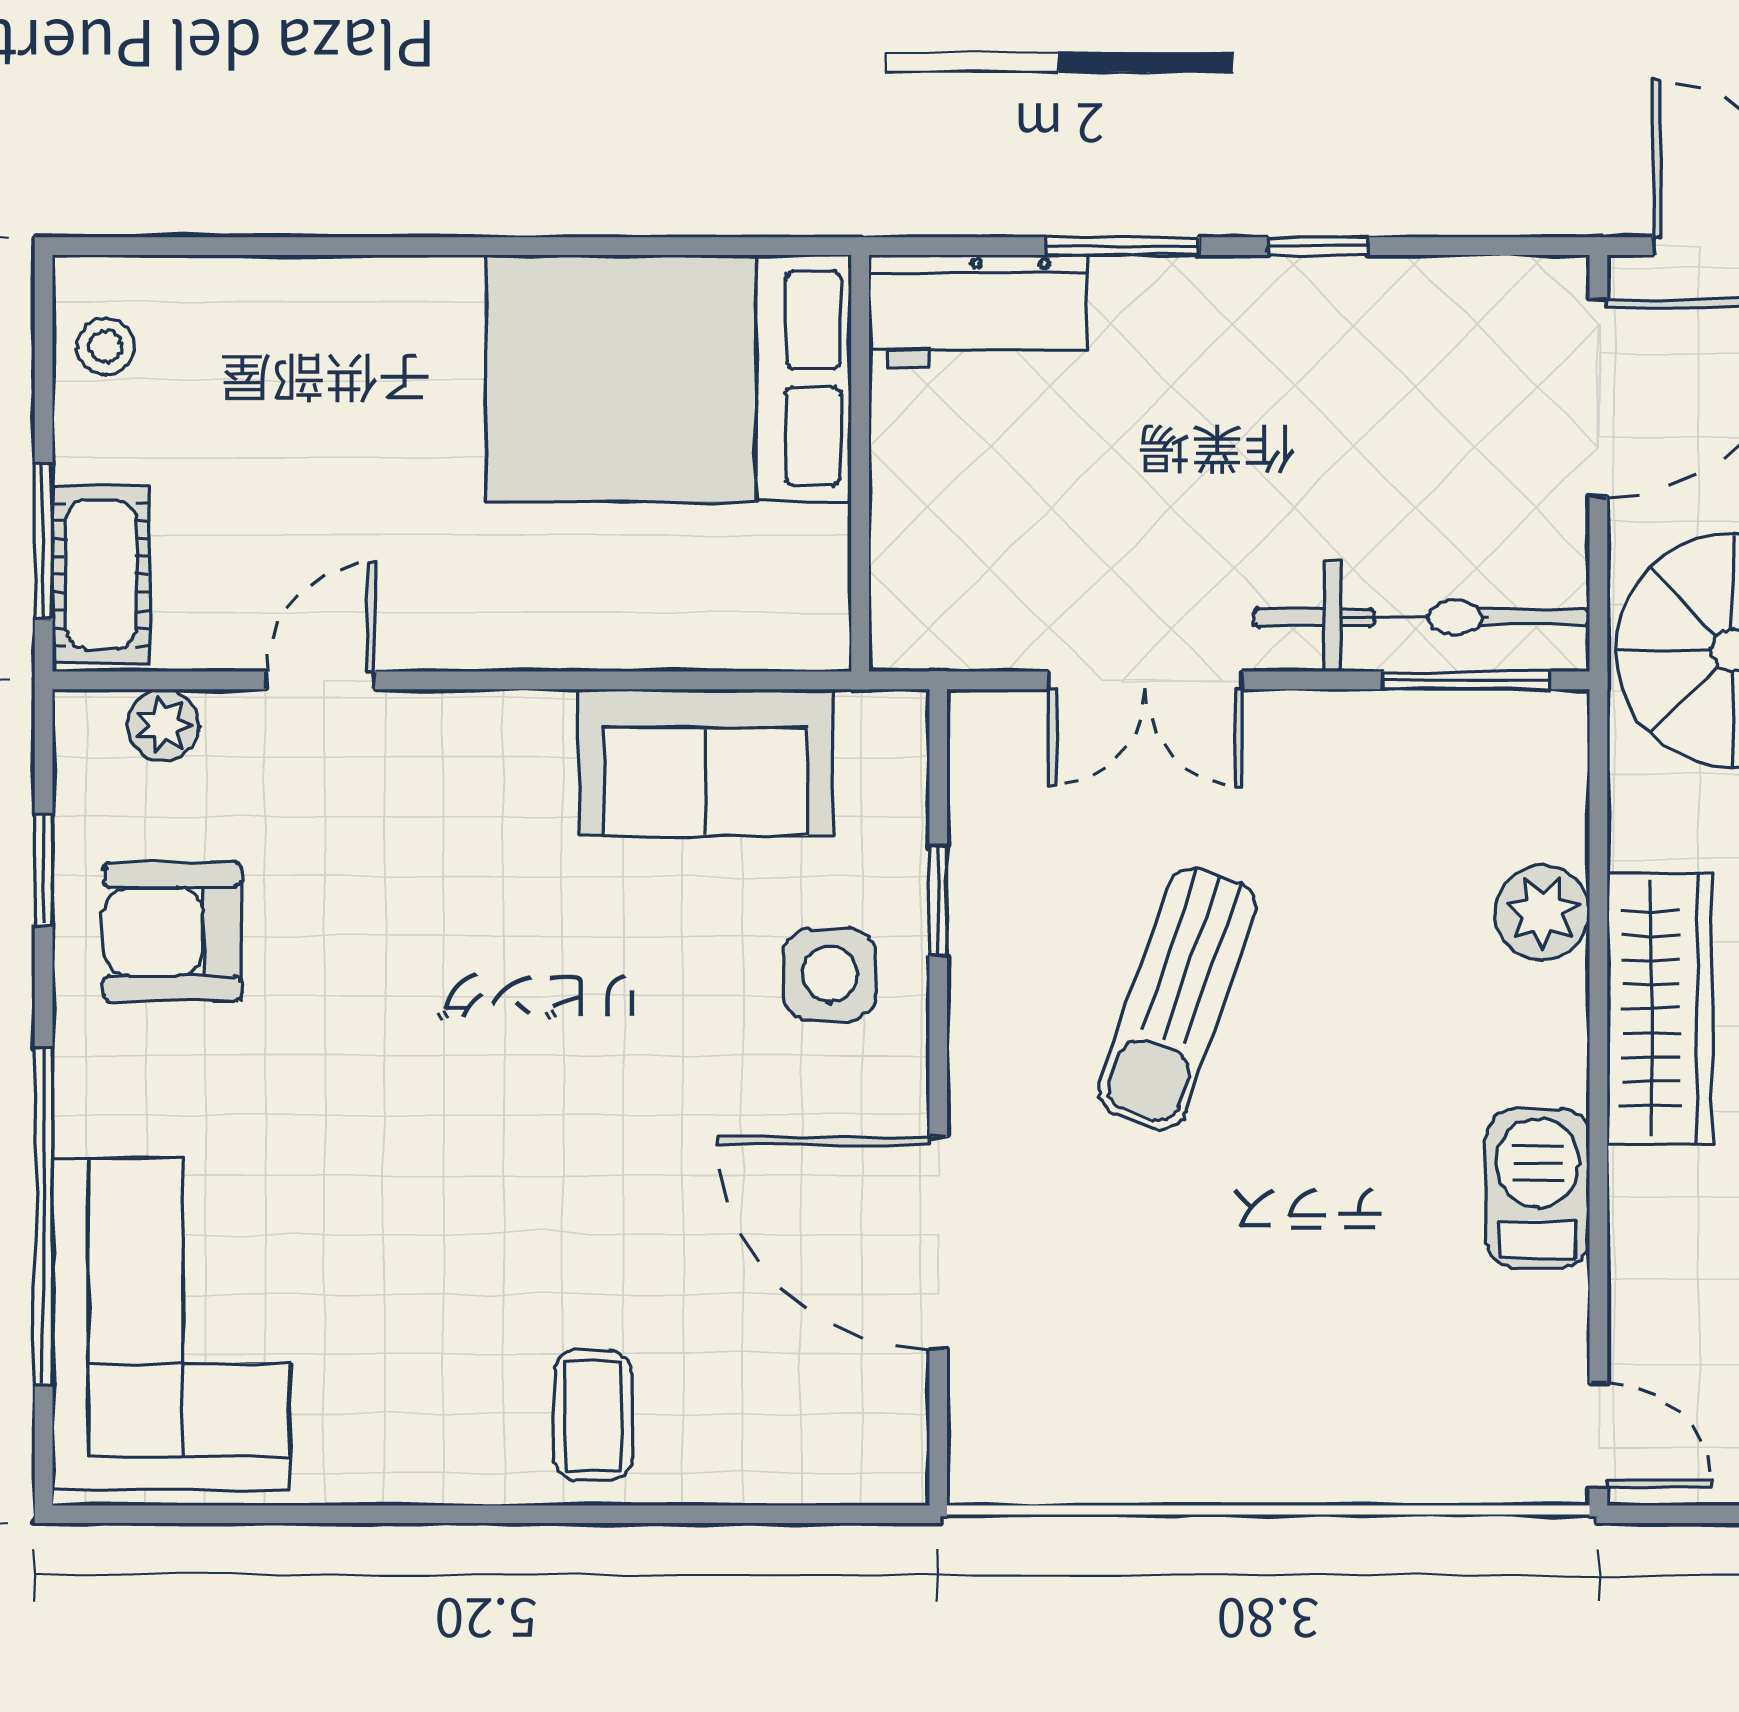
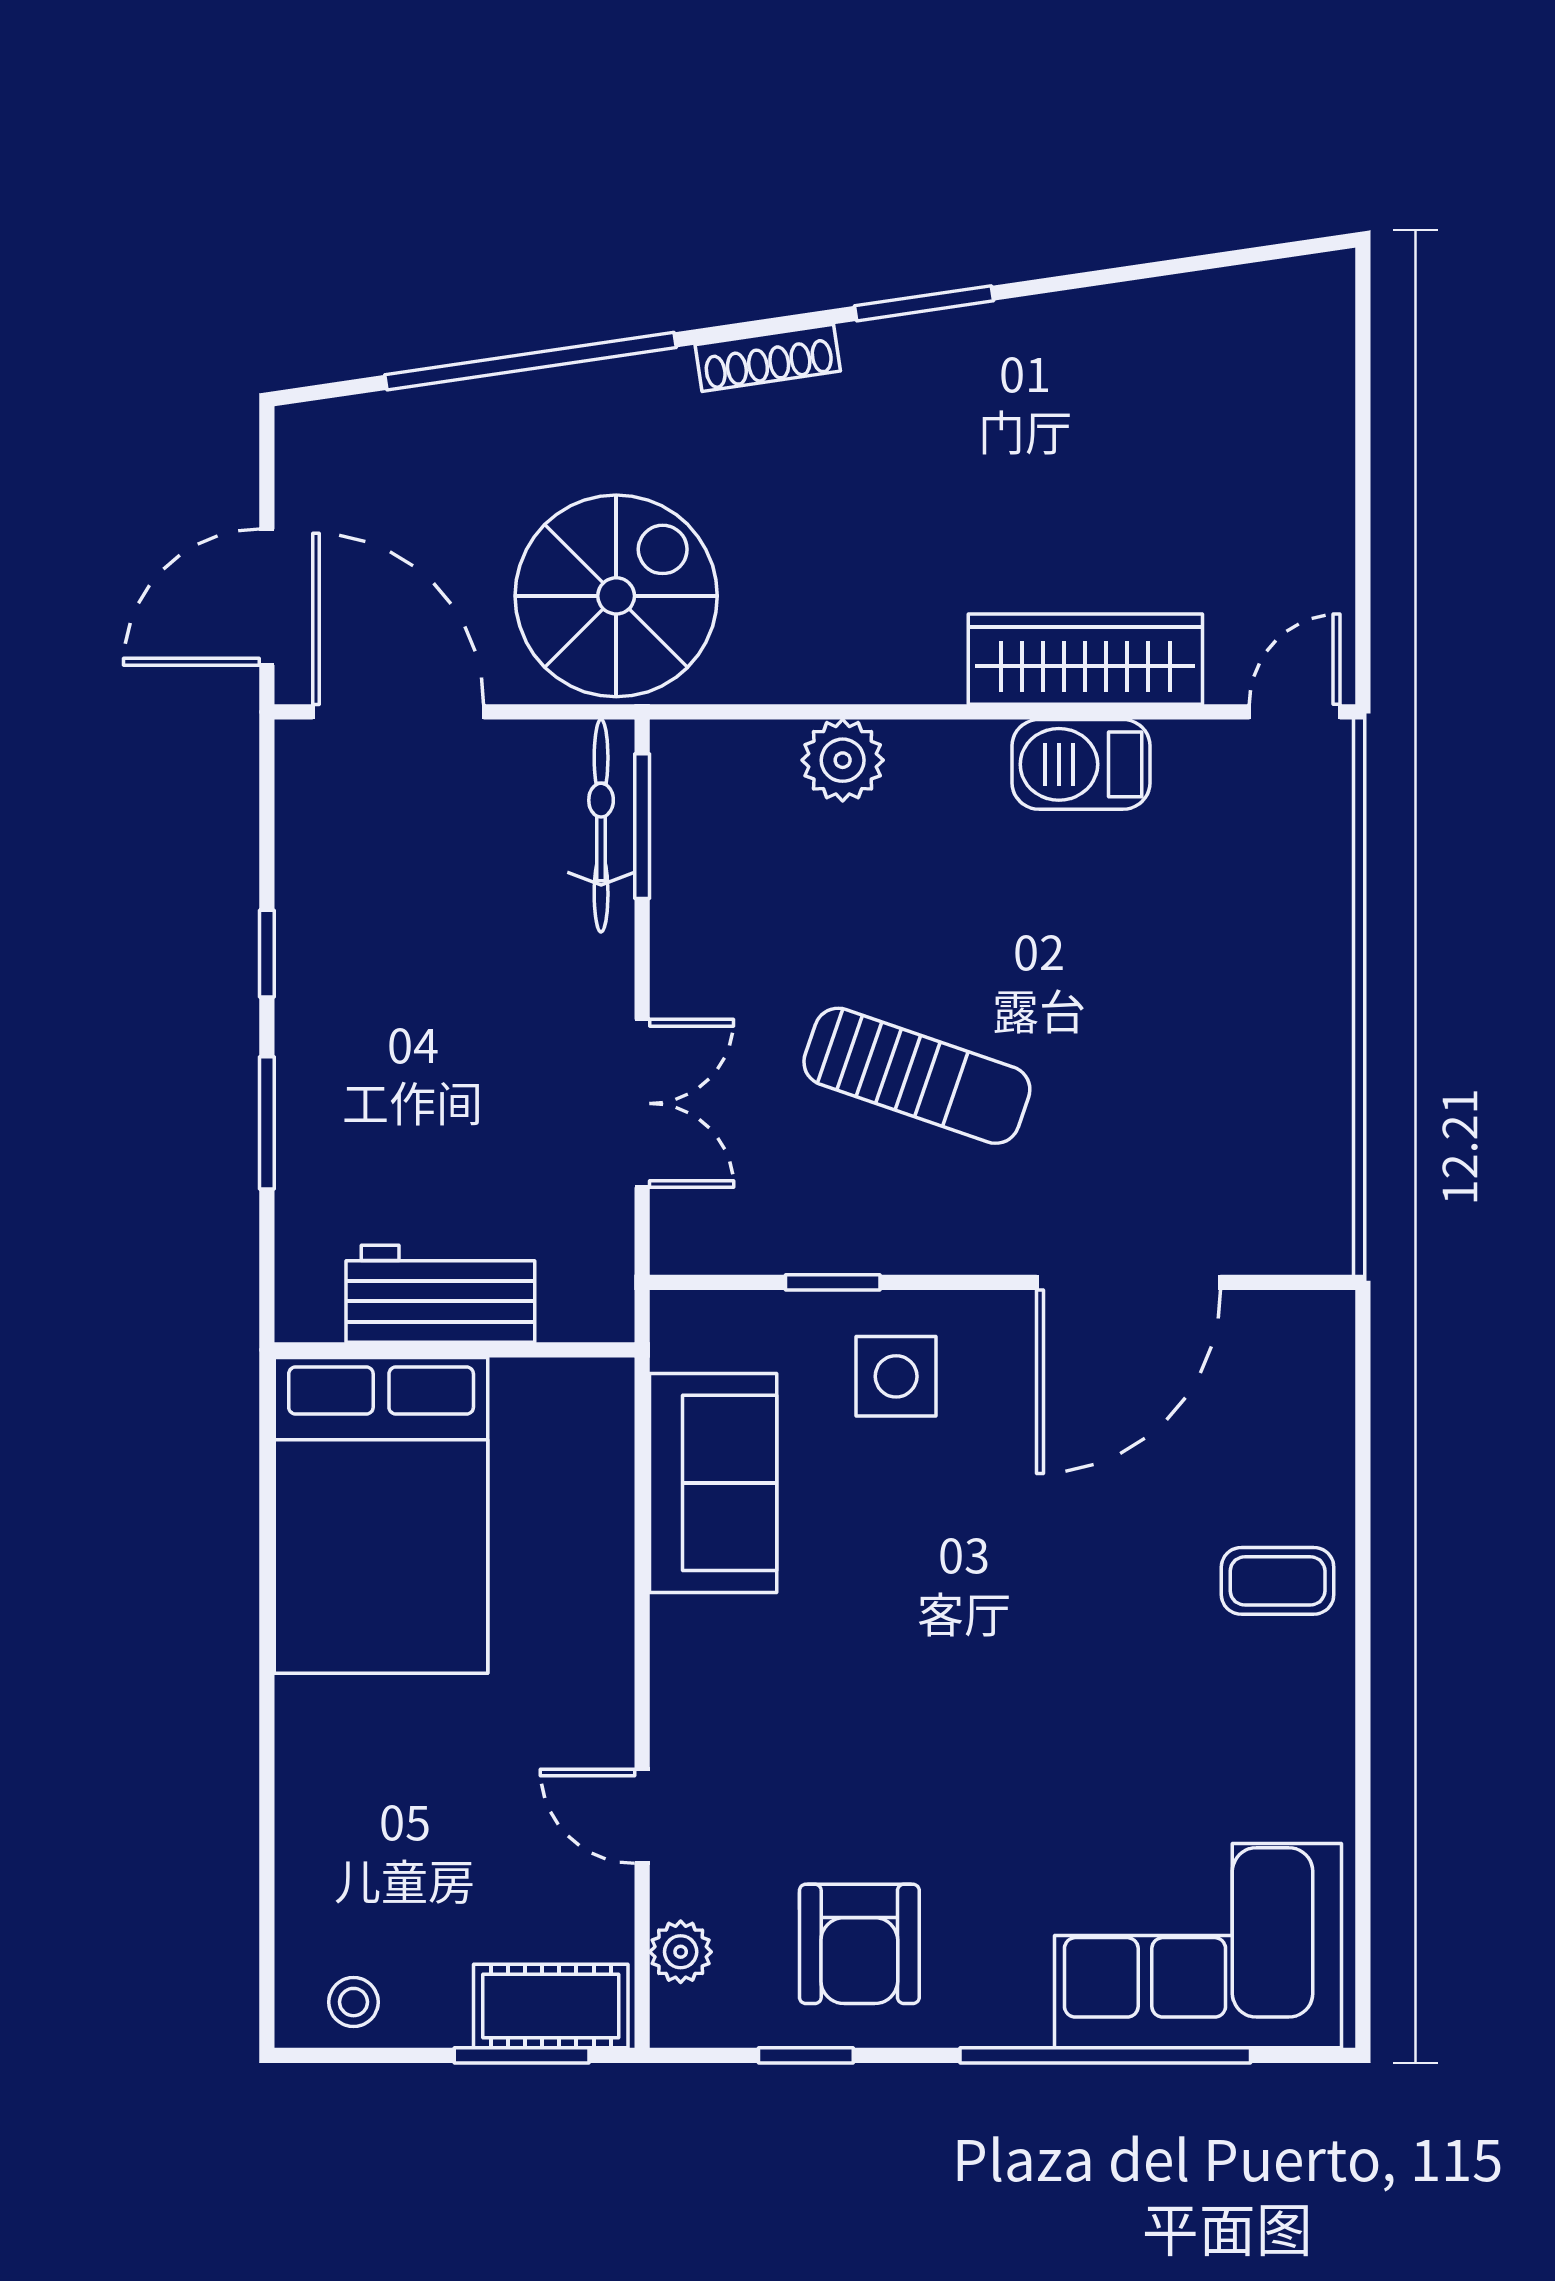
workbench: (978, 311) -> (440, 1294), moved, turned -90
bicycle: (1422, 617) -> (601, 826), width x0.73, depth x0.71
wardrobe: (1659, 1008) -> (1085, 659), moved

